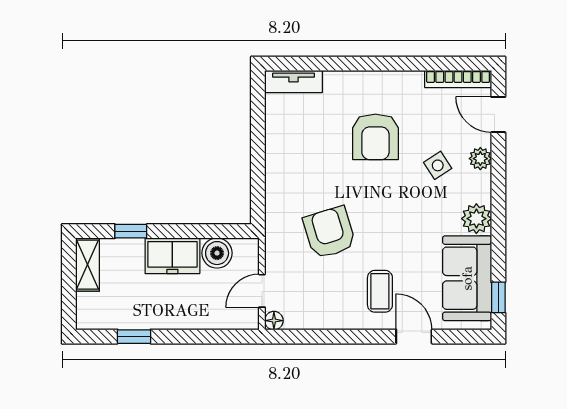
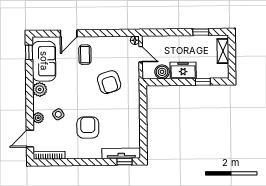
window: (298, 64) -> (125, 162), added
tv unit: (293, 82) -> (121, 153), width x1.41
door: (498, 115) -> (30, 139), swing flipped
shelving: (88, 265) -> (223, 51), moved
door: (262, 291) -> (141, 54), hinge flipped
door: (414, 337) -> (69, 33), hinge flipped

